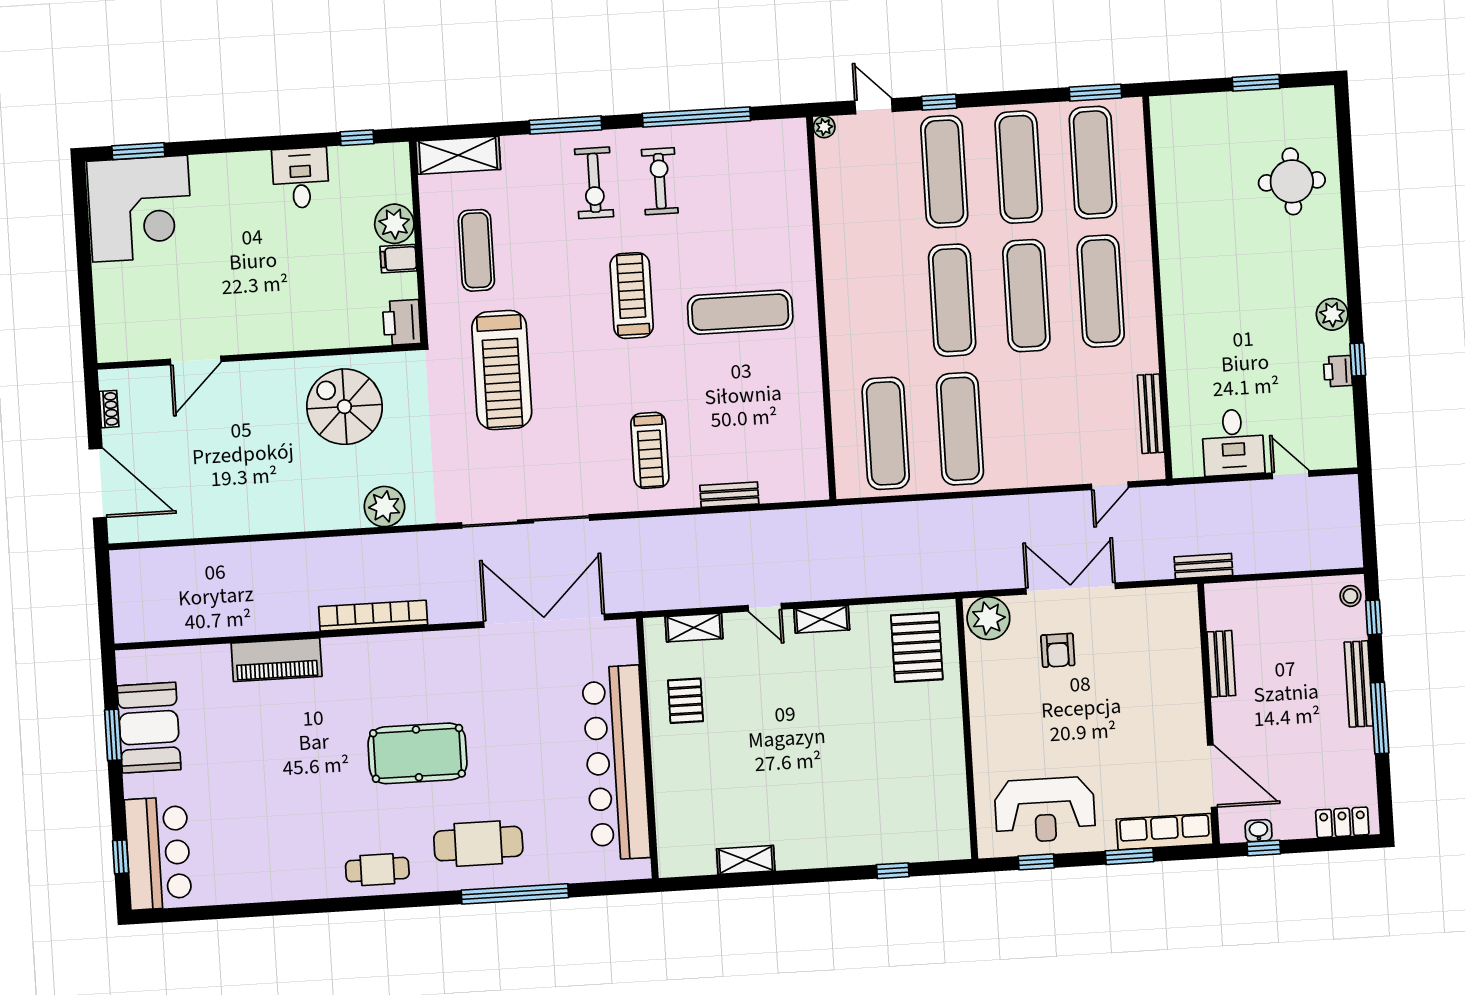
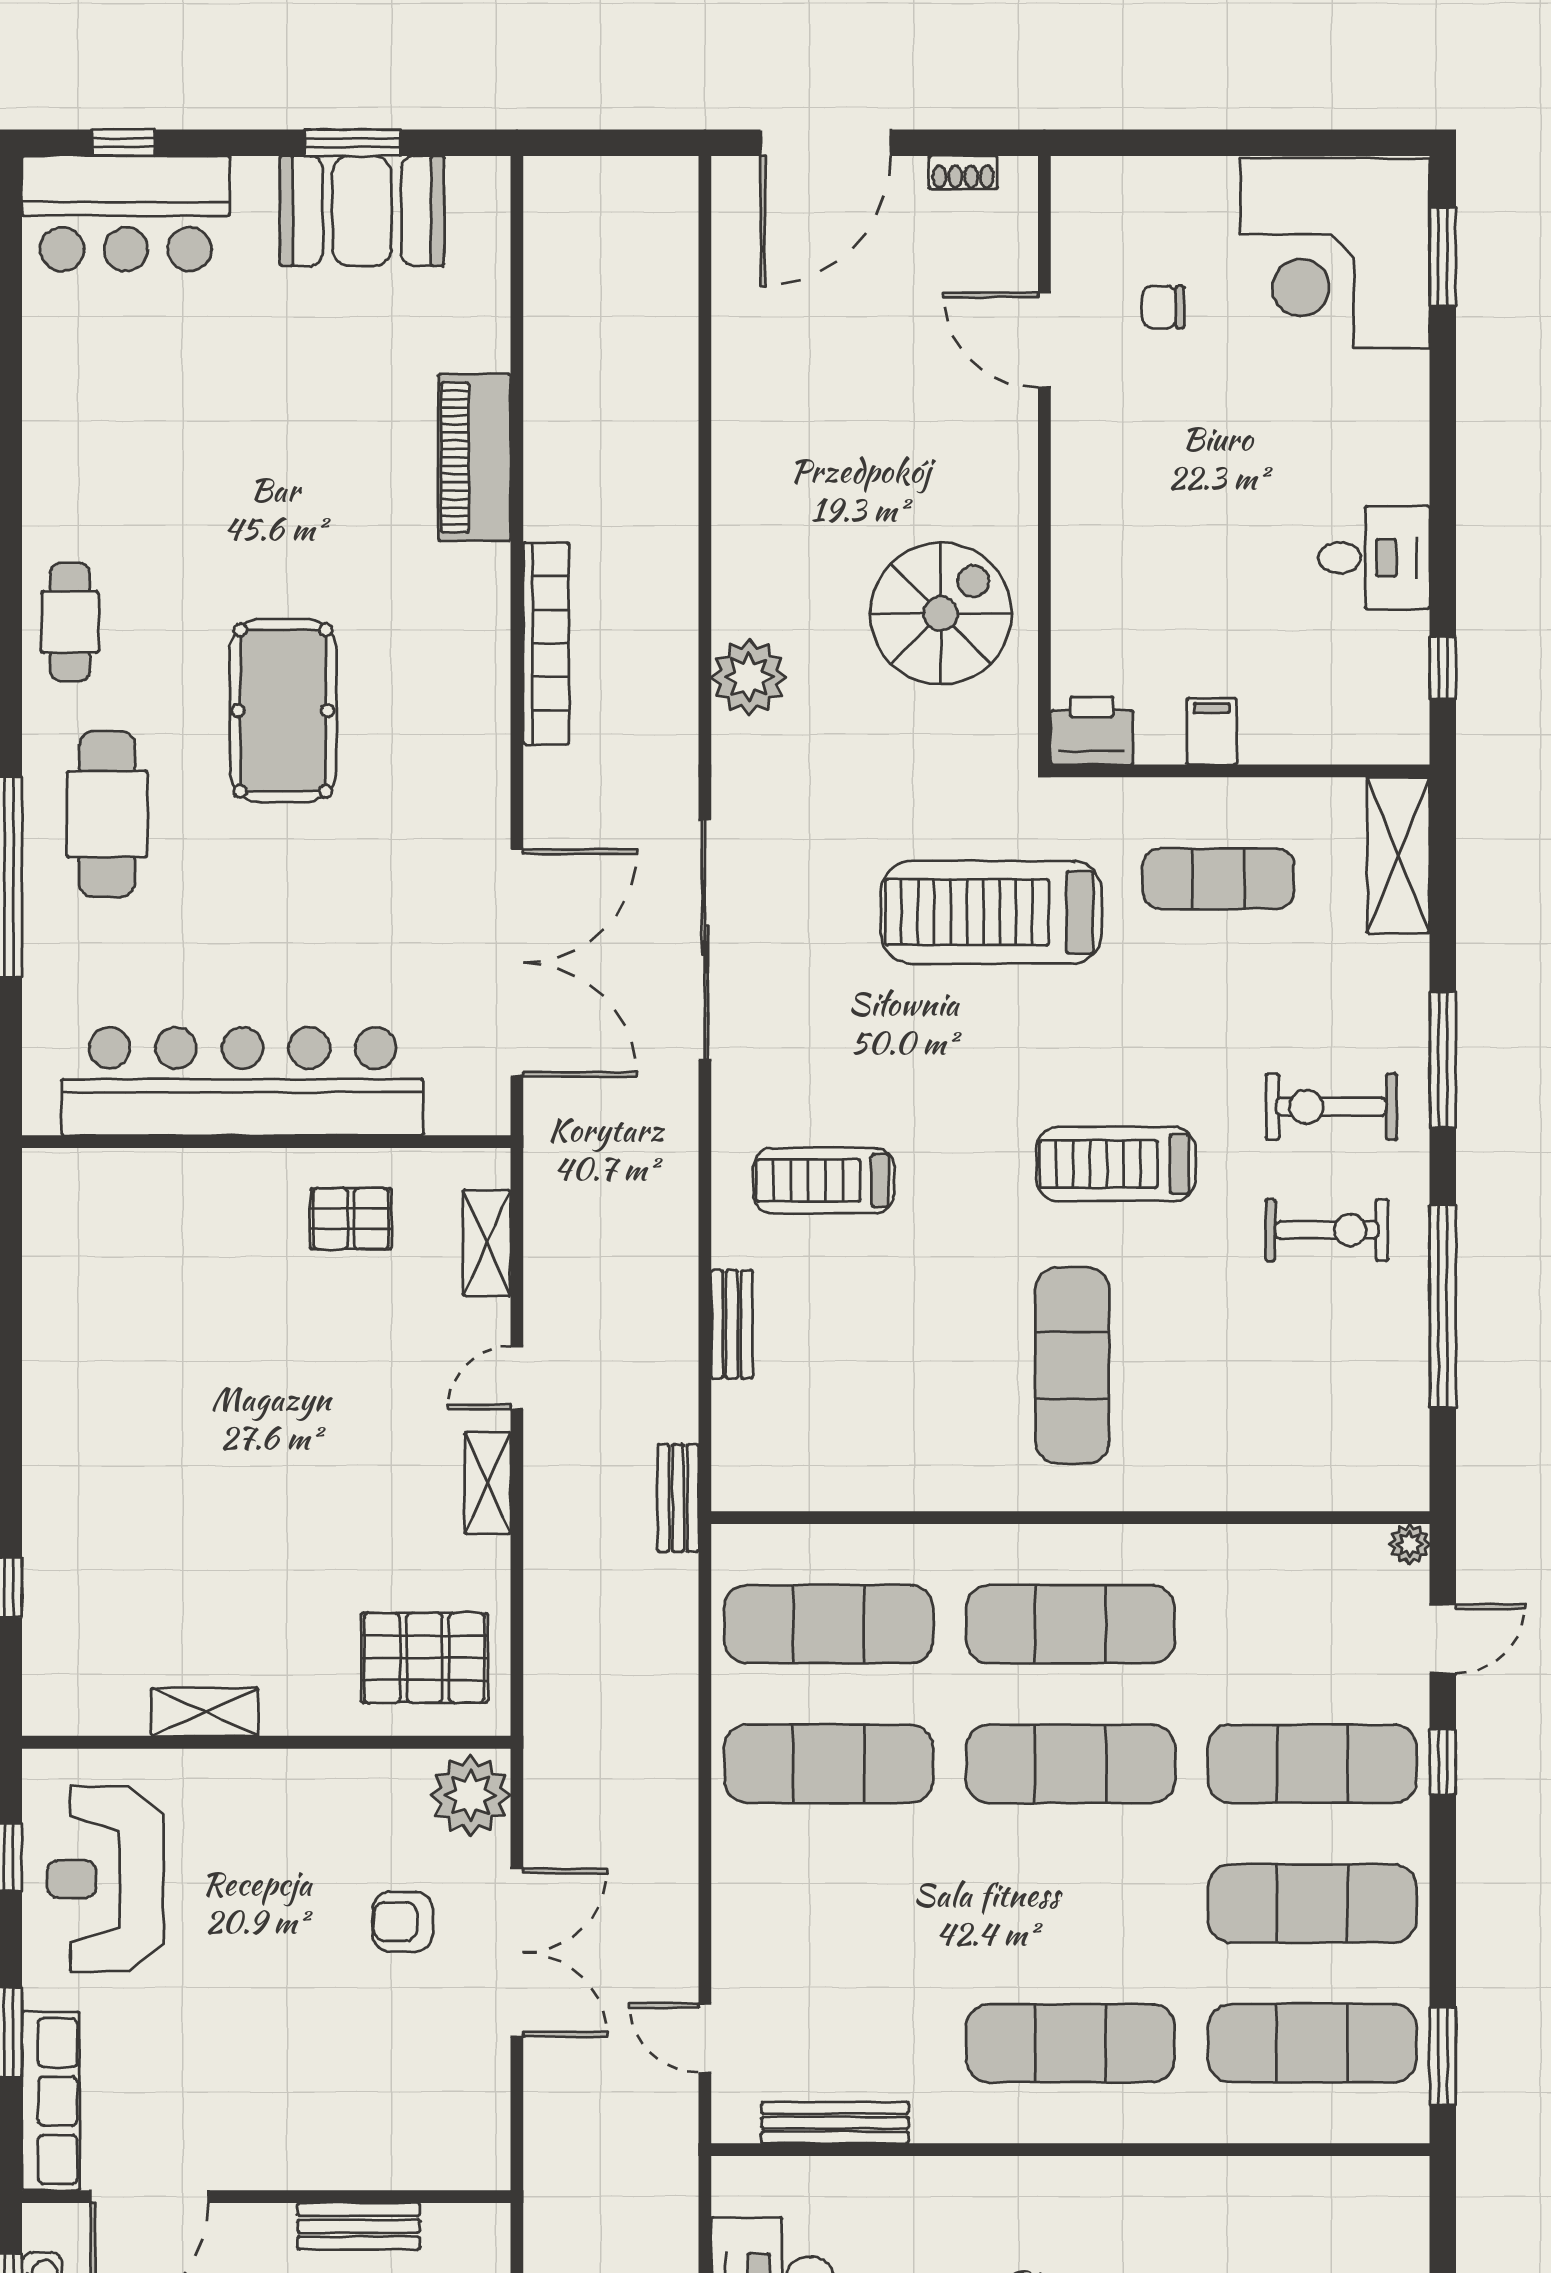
plant: (394, 224) -> (1278, 728), removed
treadmill: (632, 296) -> (1116, 1164), turned 180
exercise mat: (1026, 296) -> (1070, 1624), moved
chair: (174, 298) -> (1163, 307), added
bench: (1203, 566) -> (678, 1498), moved
shelving: (746, 860) -> (205, 1712), moved, turned 90

